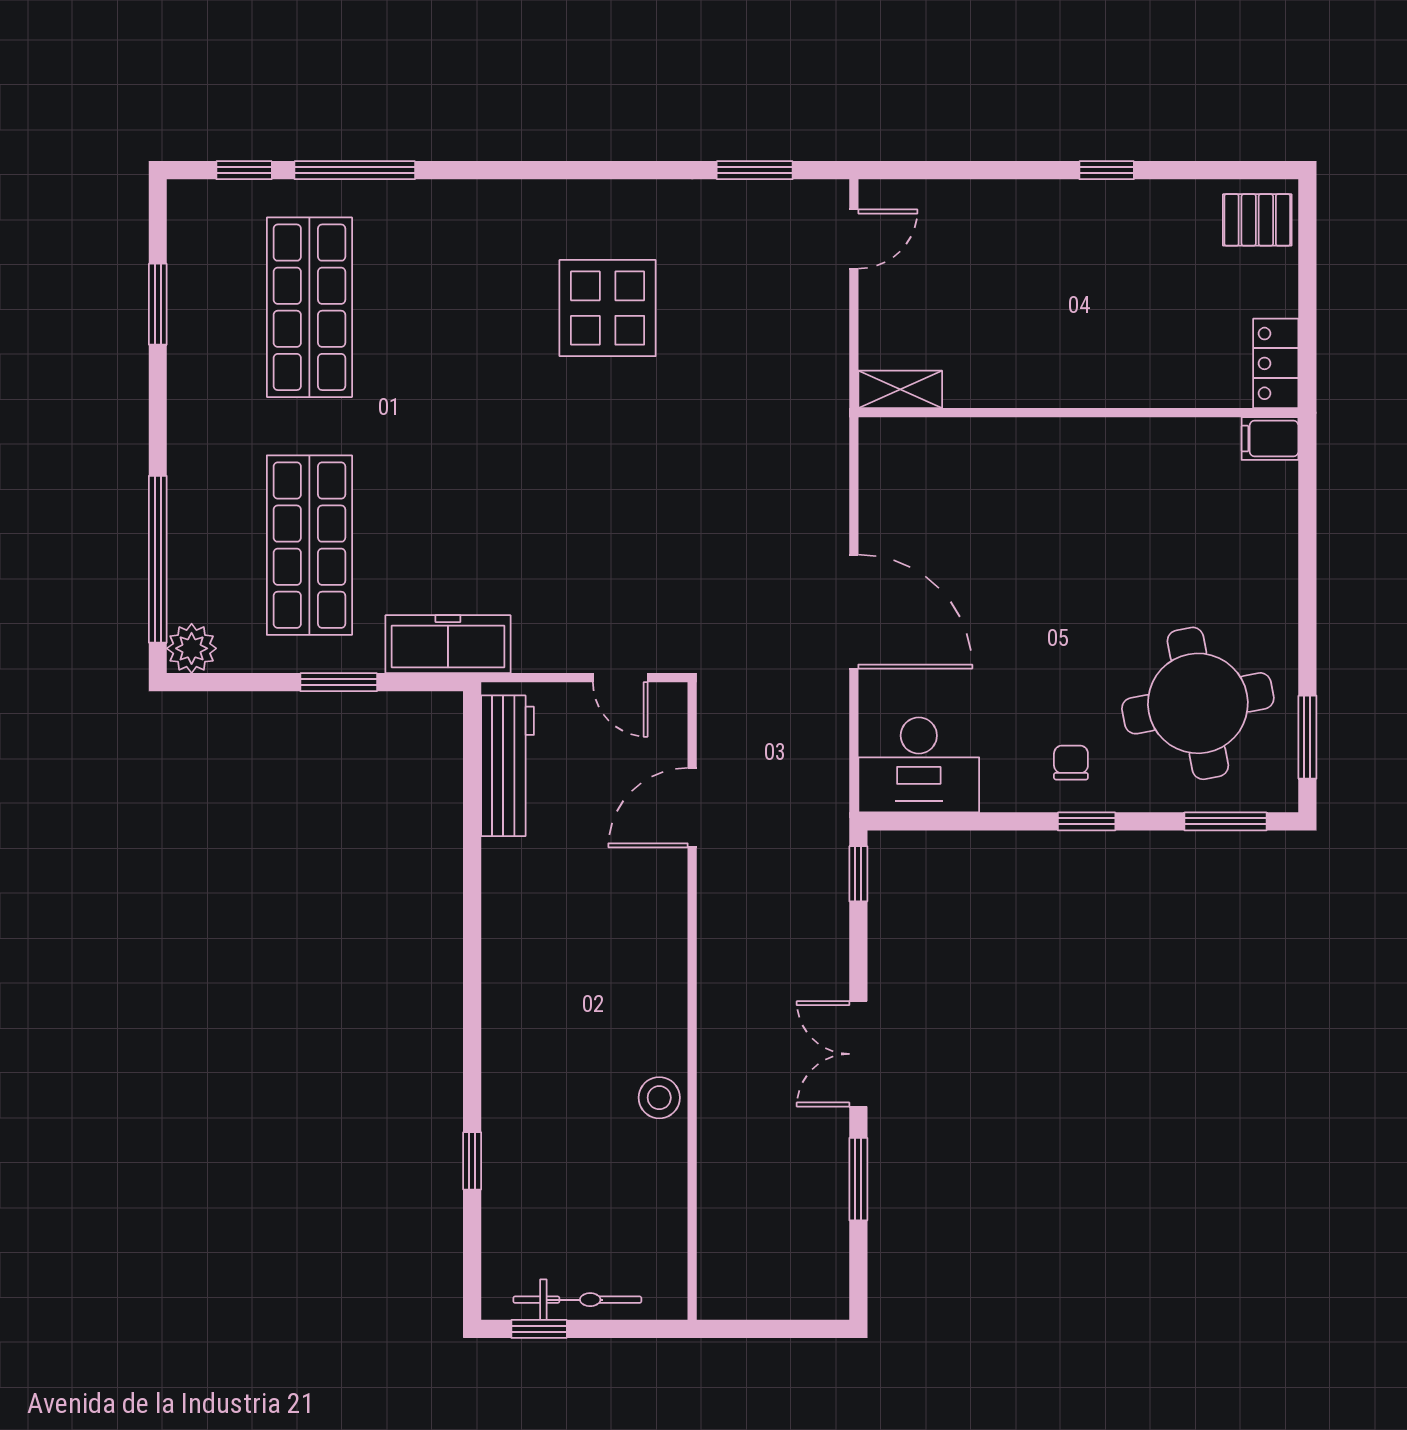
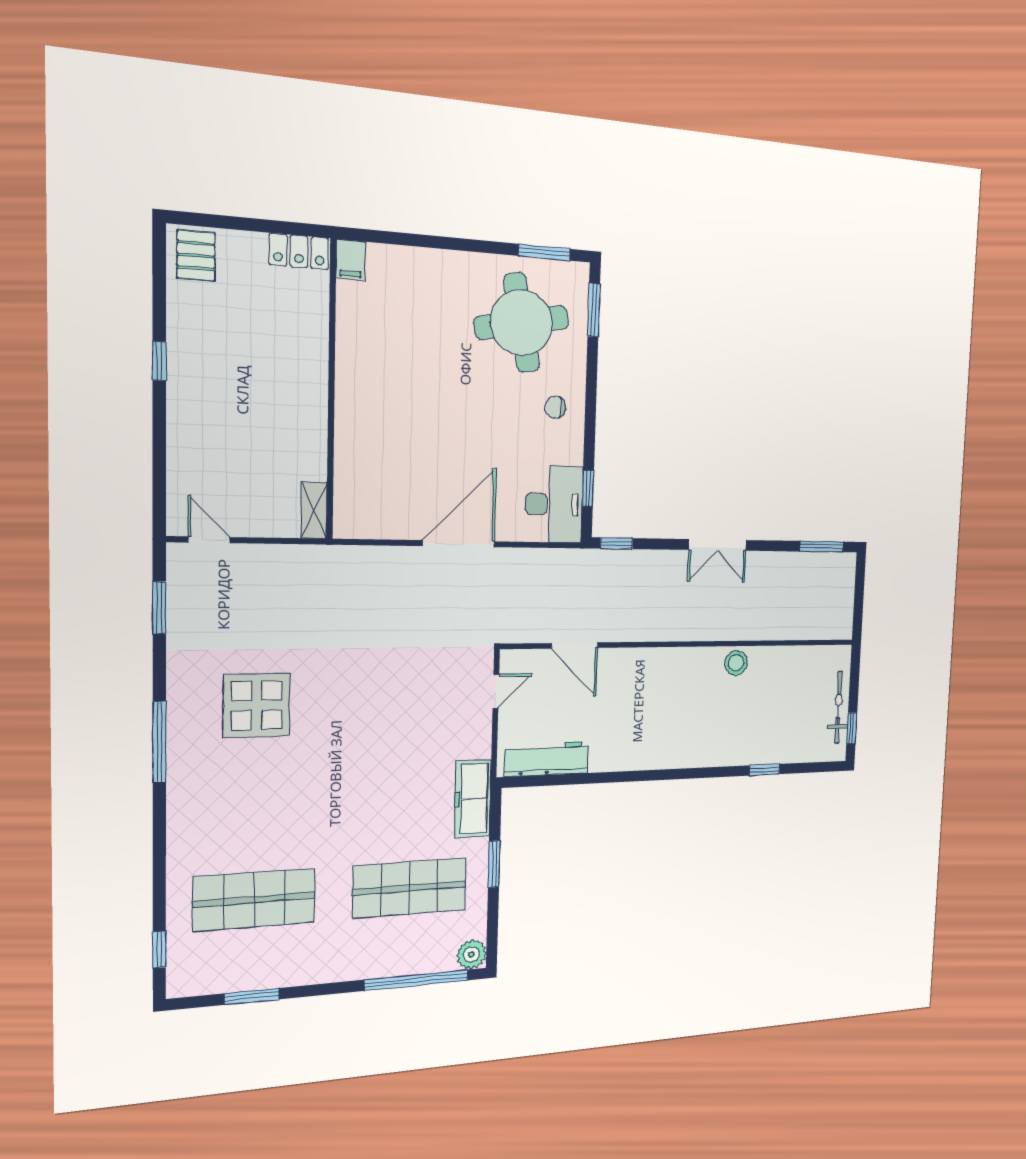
window: (355, 170) -> (159, 742), moved
window: (1087, 821) -> (588, 488), moved
window: (858, 1179) -> (822, 547), moved

